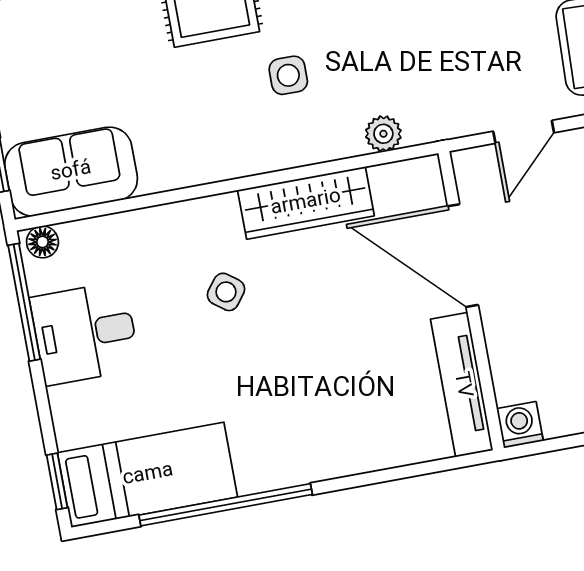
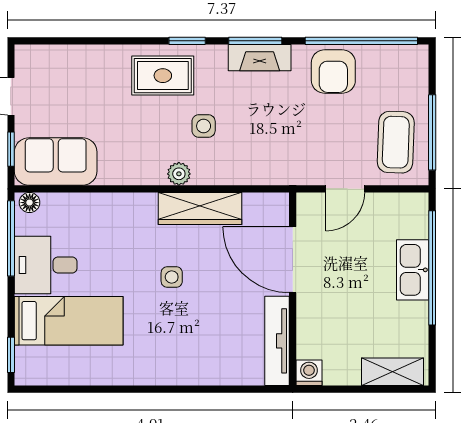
plant: (383, 134) -> (179, 174), moved
side table: (226, 292) -> (172, 277), moved, turned -37
bed: (148, 475) -> (69, 321), moved
window: (226, 505) -> (114, 389), removed

